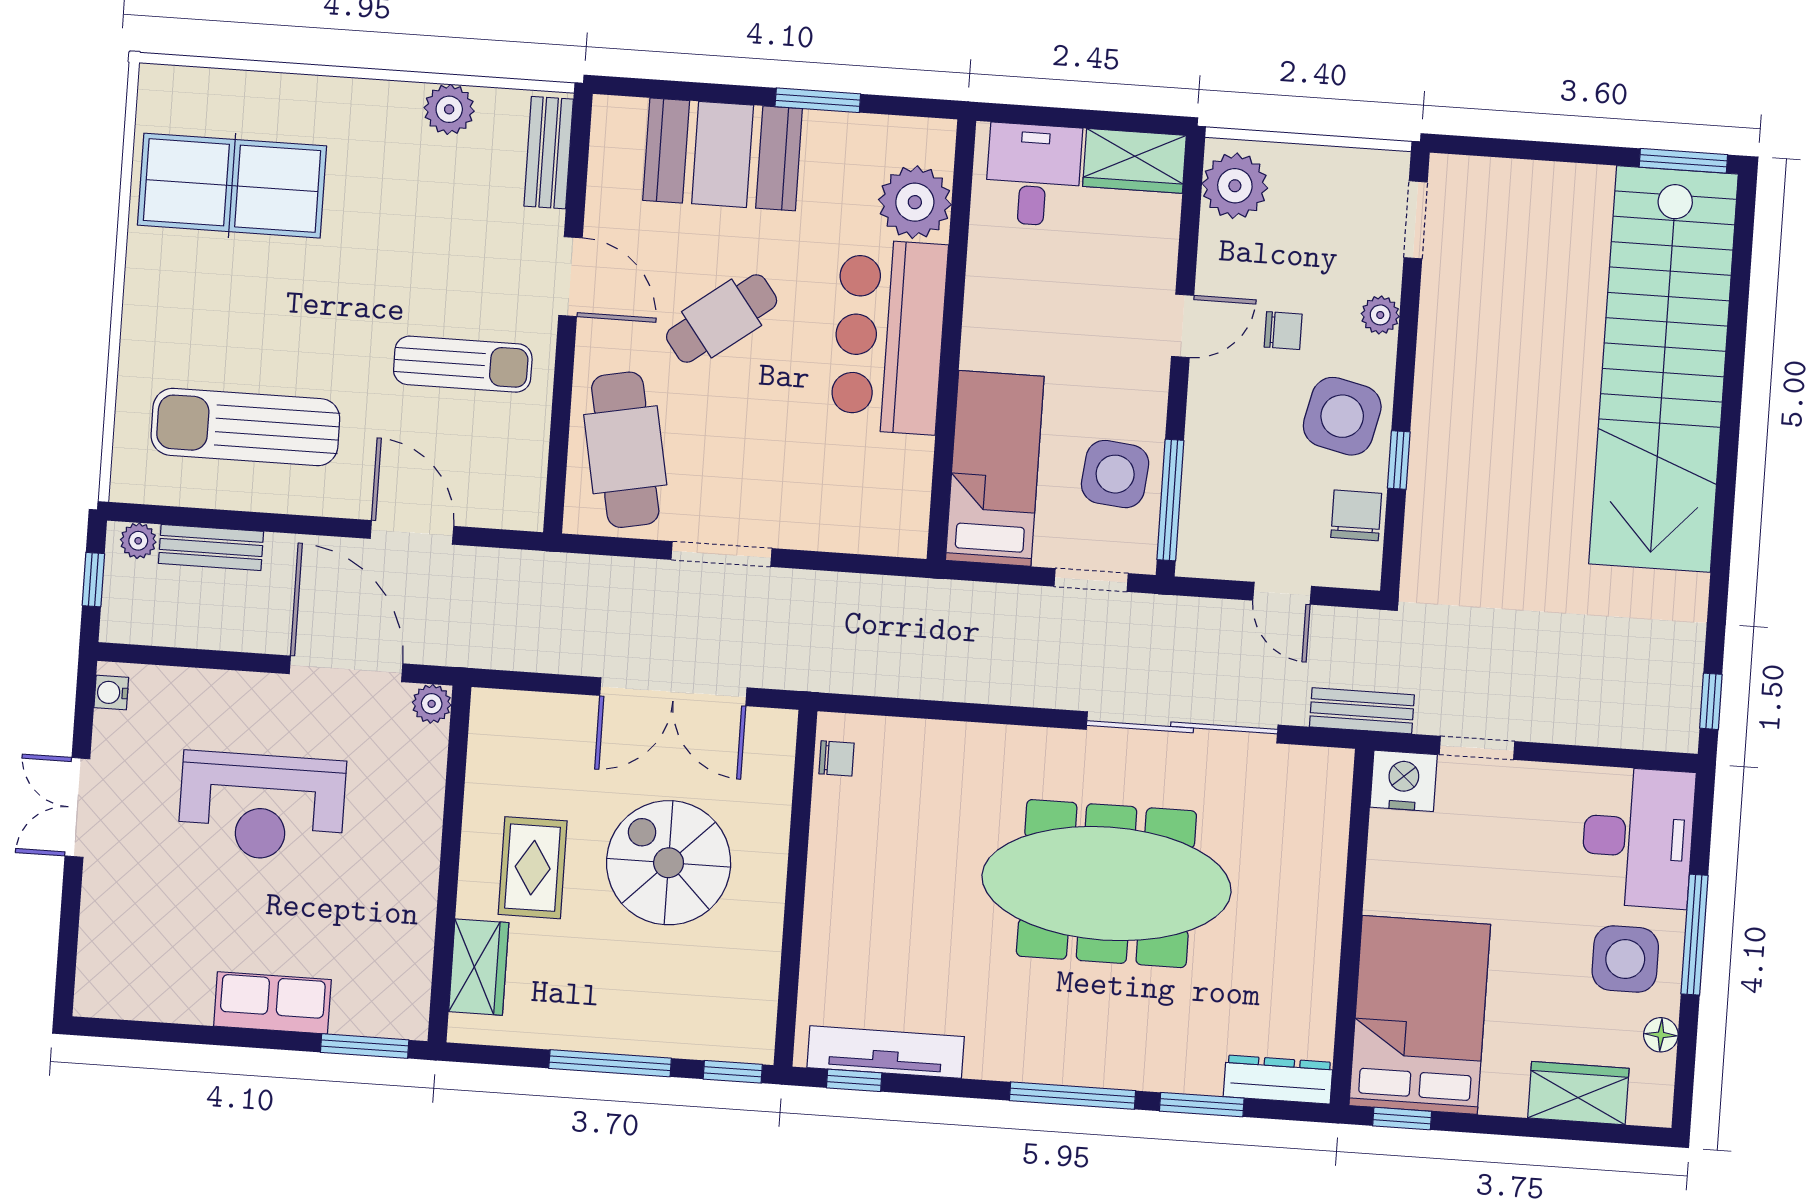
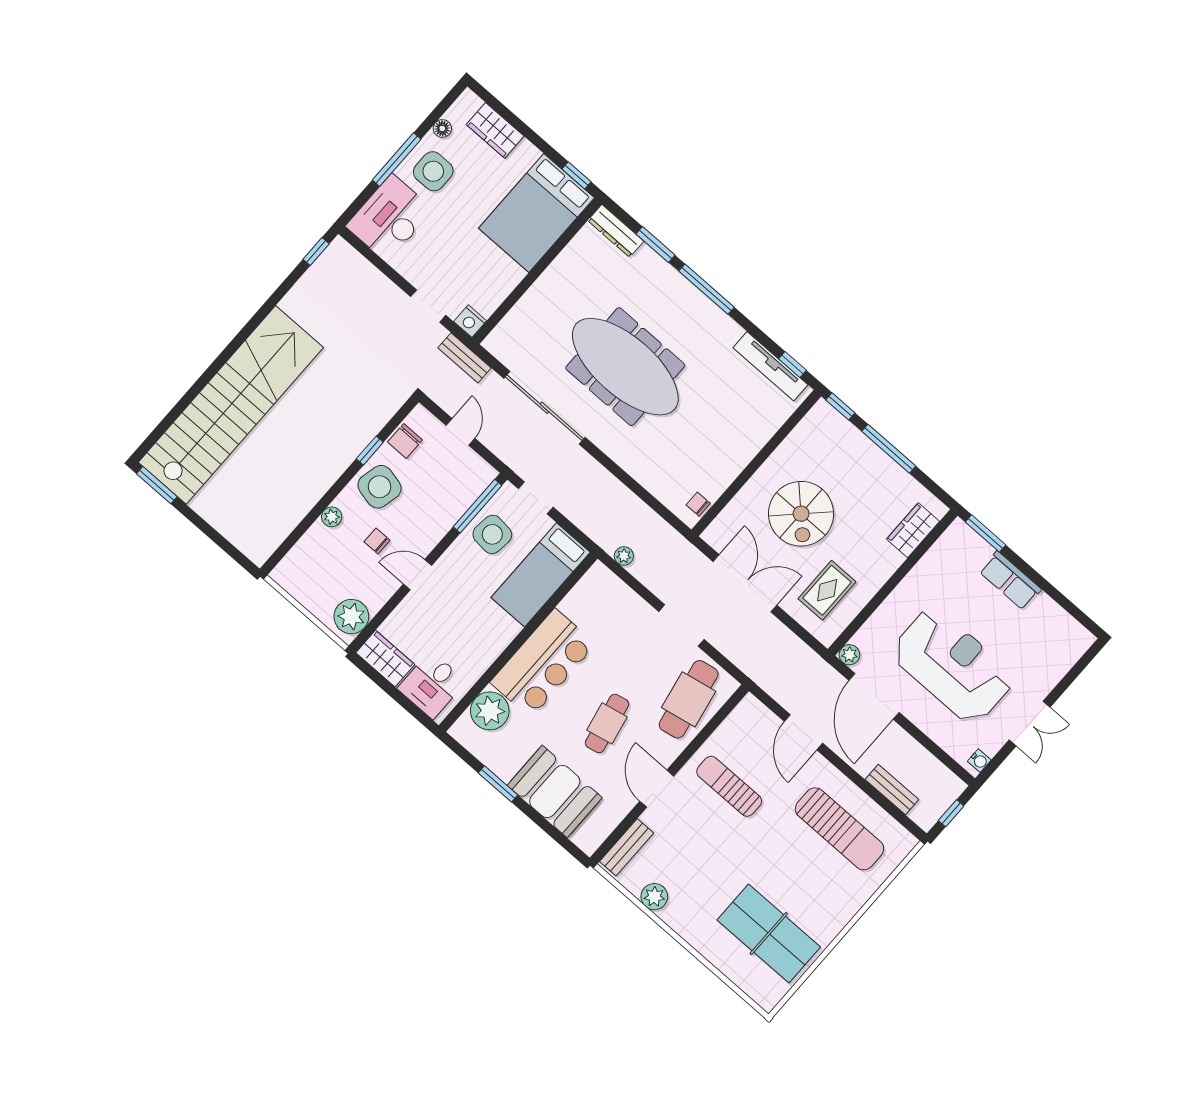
doorway: (1416, 220) -> (287, 545), removed
cafe table: (722, 319) -> (607, 723), turned -65
plant: (138, 541) -> (624, 556), moved
nightstand: (1404, 781) -> (470, 321), width x0.74, depth x0.75
reception desk: (262, 807) -> (953, 666), width x1.36, depth x1.30
rug: (533, 868) -> (827, 590), moved

